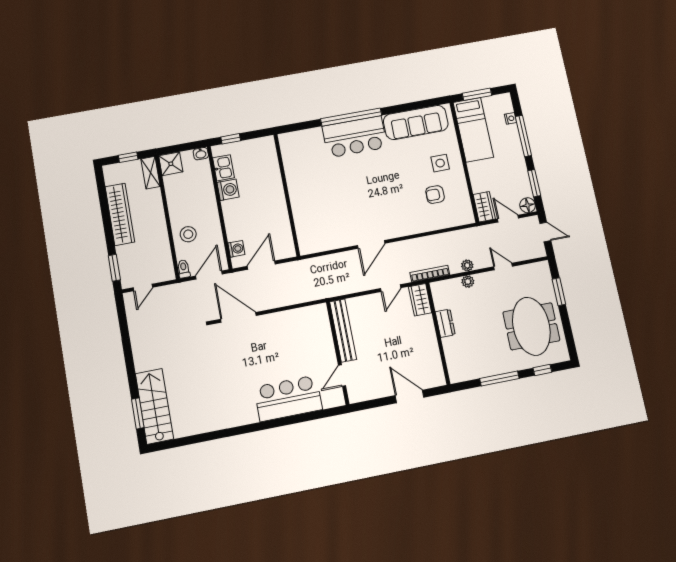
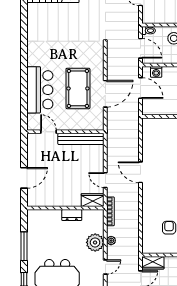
plant: (468, 282) -> (95, 242), width x1.88, depth x1.88
door: (238, 317) -> (105, 94), moved
pool table: (277, 347) -> (78, 88), added

